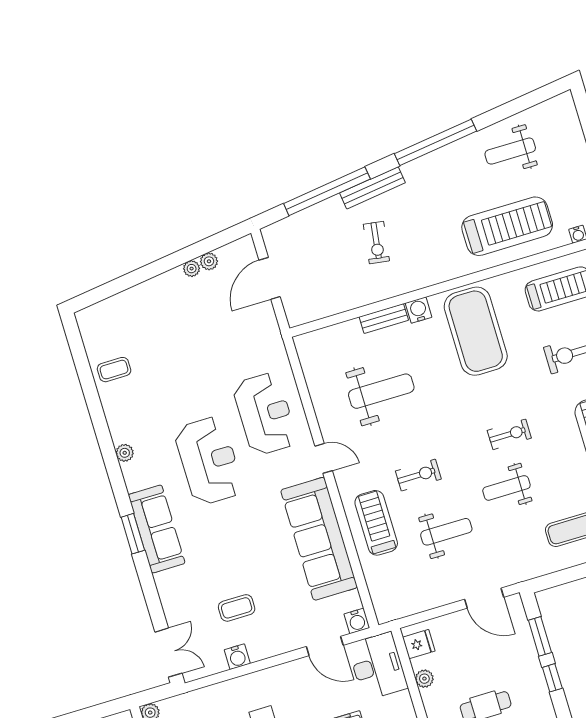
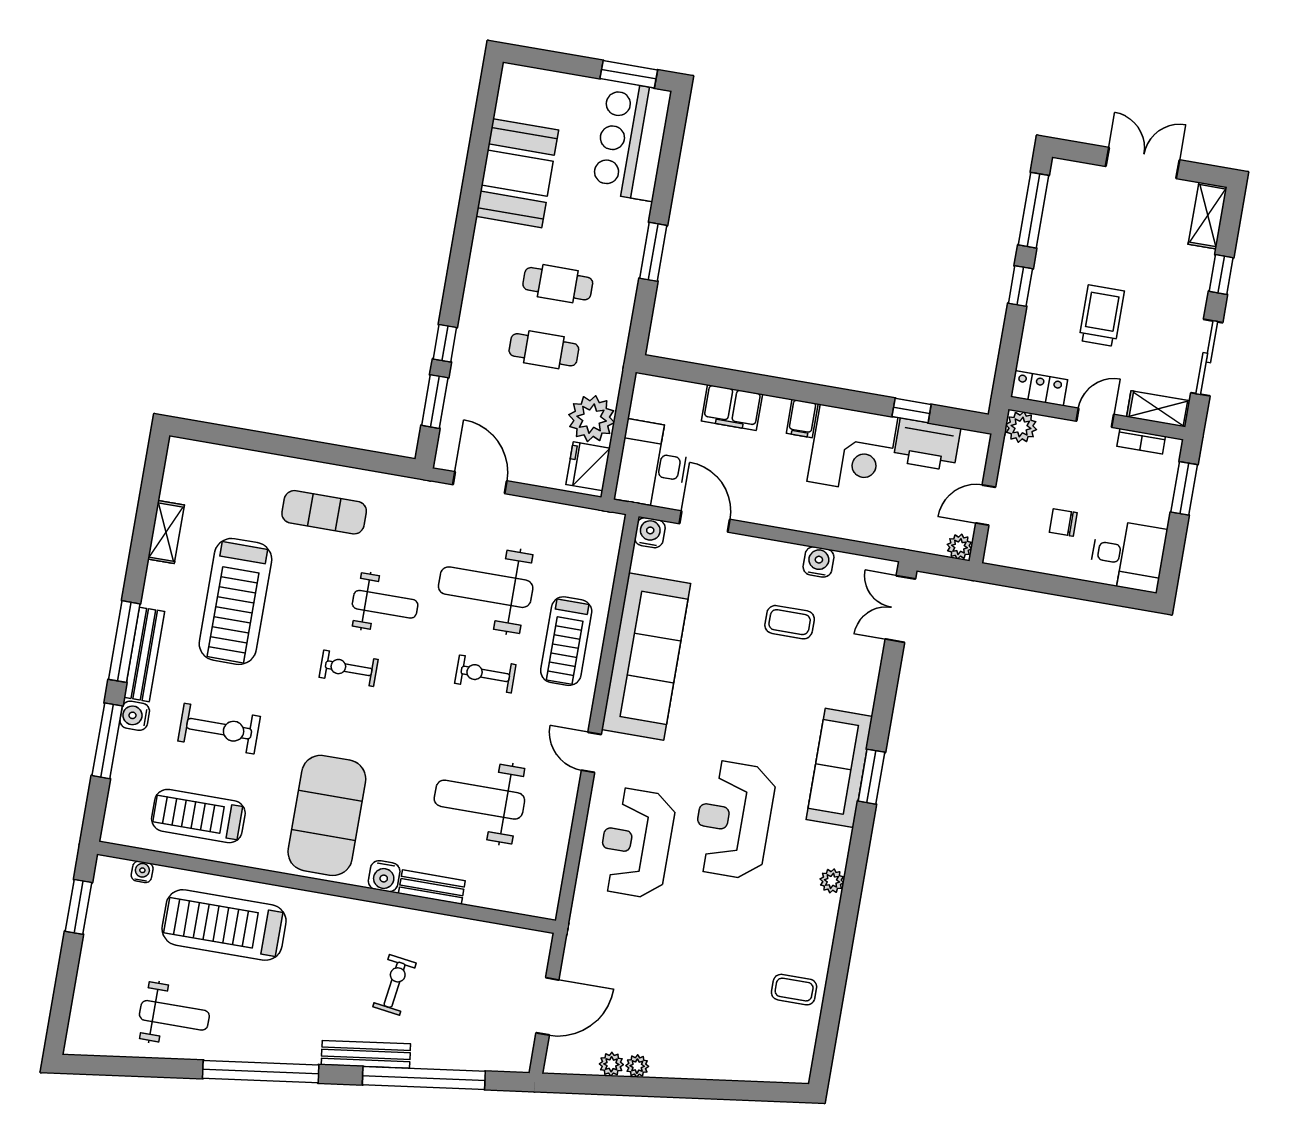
weight bench: (446, 532) -> (486, 587), width x1.36, depth x1.33
fridge: (419, 644) -> (588, 466), width x1.38
plant: (424, 679) -> (592, 419), width x1.87, depth x1.87

